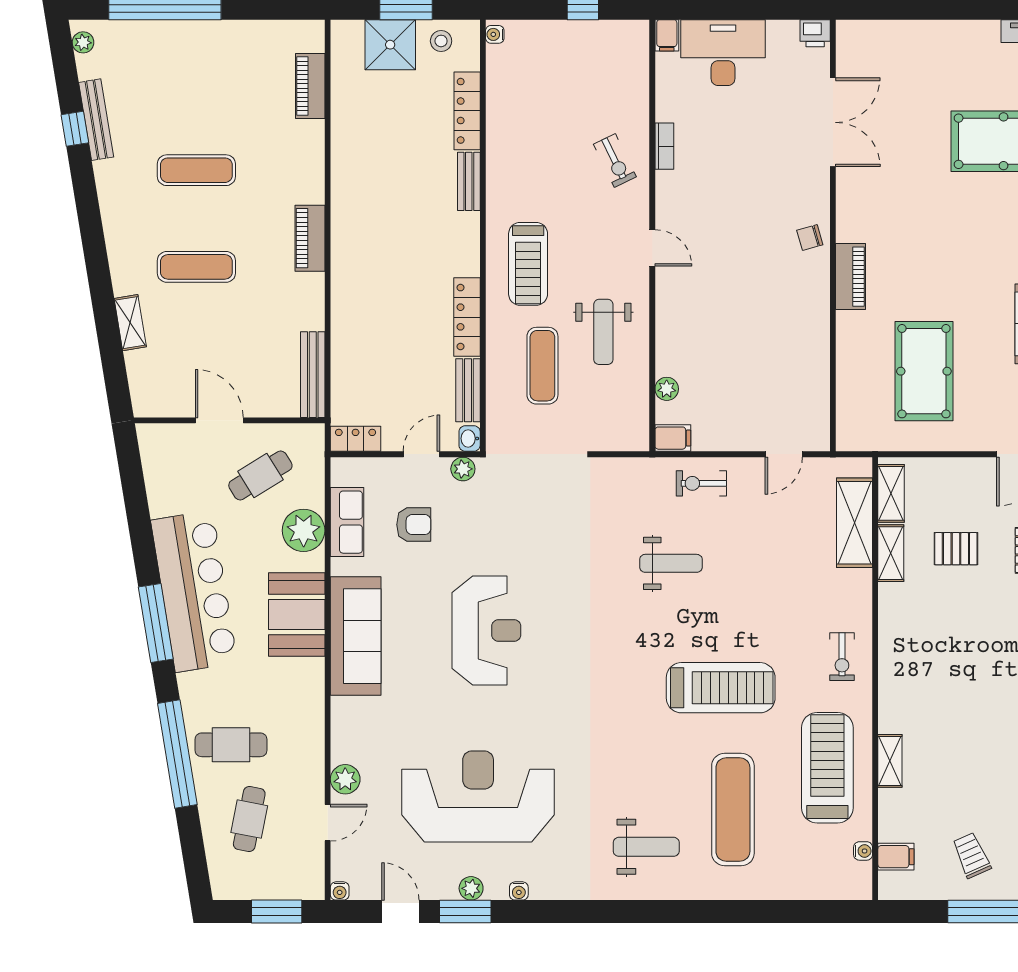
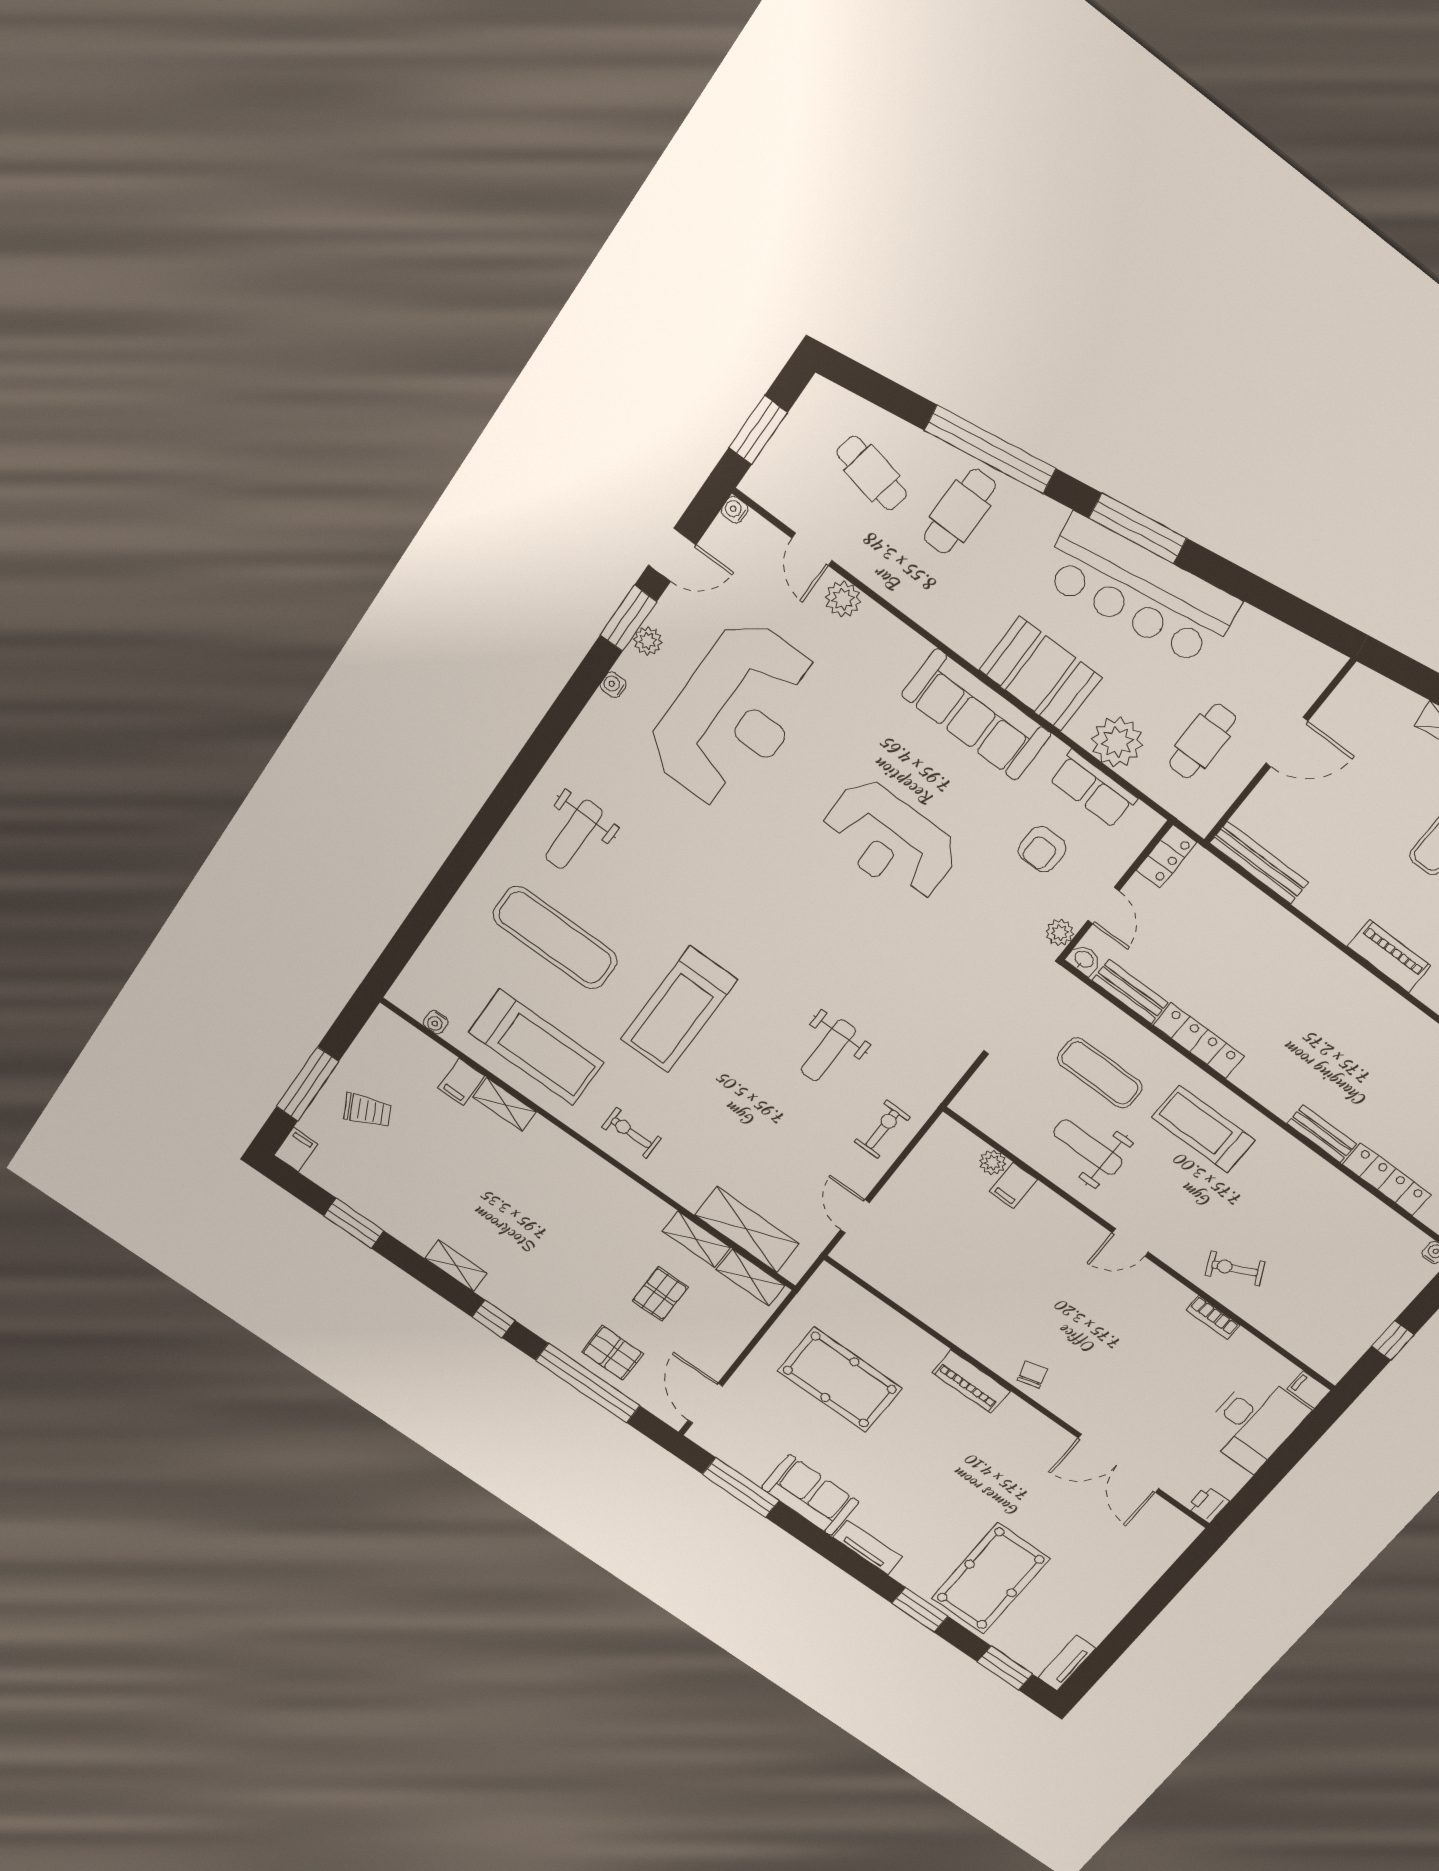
filing cabinet: (673, 438) -> (1013, 1185), moved
cafe table: (260, 475) -> (1202, 741), turned 32
filing cabinet: (896, 857) -> (461, 1082), moved

